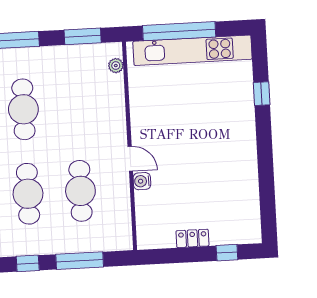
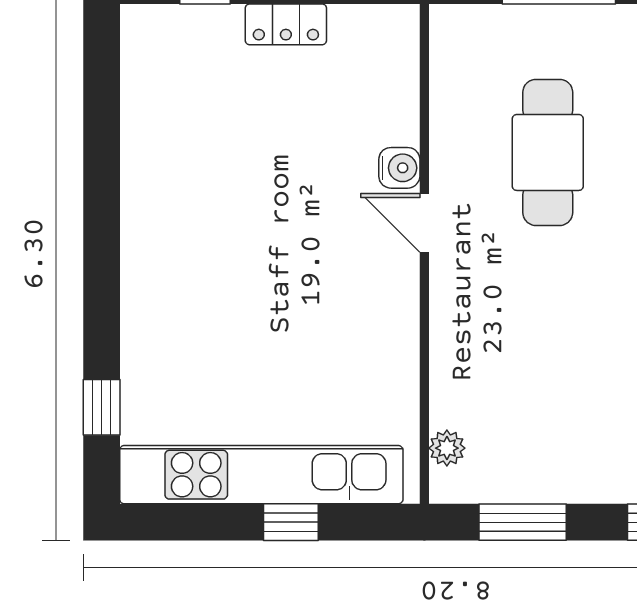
window: (179, 31) -> (291, 522), width x0.32
window: (262, 94) -> (102, 407), moved

